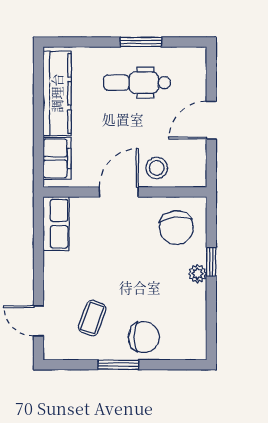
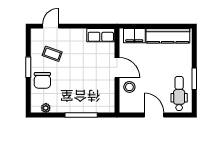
dental chair: (137, 83) -> (179, 93), moved
chair: (176, 228) -> (99, 97), removed
window: (211, 262) -> (81, 115), width x2.17
plant: (197, 274) -> (46, 108), moved

